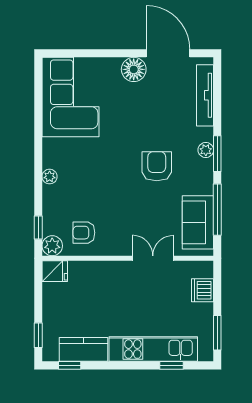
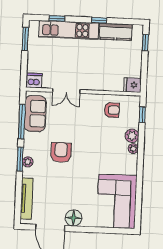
armchair: (157, 166) -> (61, 152), turned 180
plant: (52, 246) -> (132, 136), moved
dishwasher: (203, 290) -> (34, 81), moved, turned -90
window: (70, 365) -> (99, 20), moved

